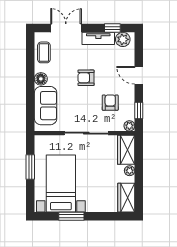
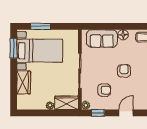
window: (30, 167) -> (41, 26), moved
wardrobe: (126, 198) -> (24, 82), moved, turned 90
window: (71, 216) -> (14, 48), moved

